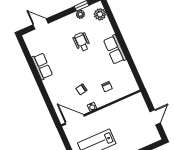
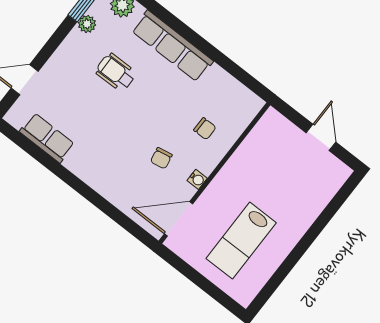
row of seats: (115, 50) -> (172, 46), width x1.48
row of seats: (42, 66) -> (47, 138), moved

